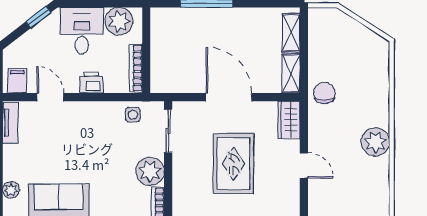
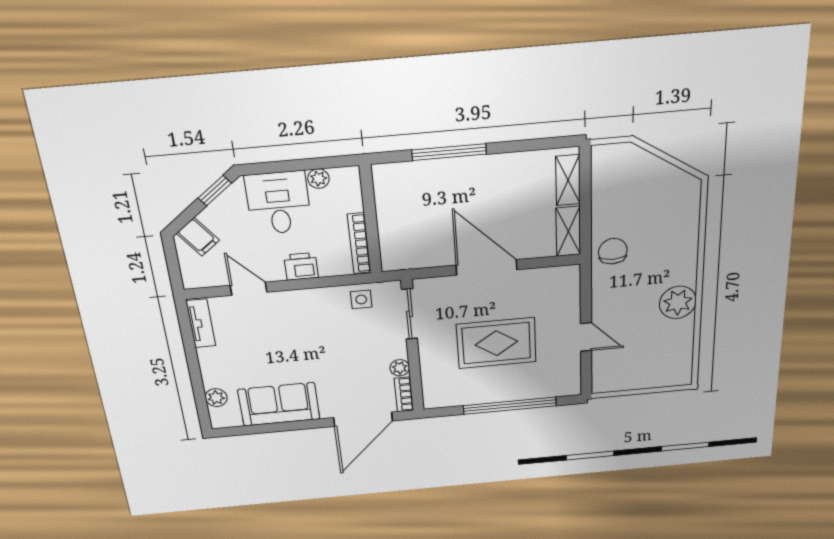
plant: (119, 21) -> (318, 179), width x0.53, depth x0.53
filing cabinet: (17, 81) -> (198, 237), moved, turned 142
wardrobe: (289, 120) -> (567, 287), removed
rug: (233, 164) -> (496, 343), turned 90
plant: (150, 171) -> (400, 368), width x0.53, depth x0.53

